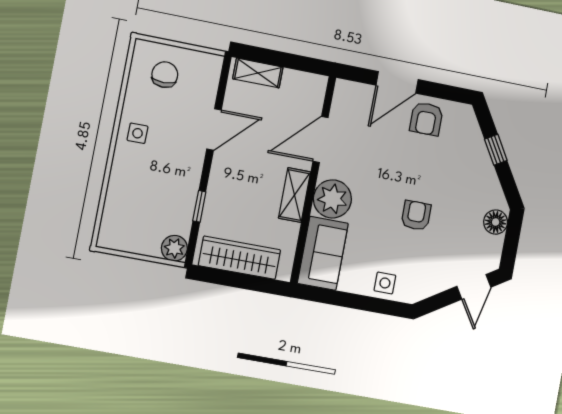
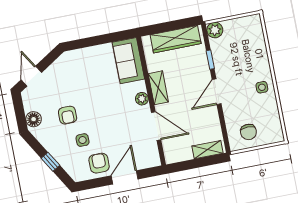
chair: (165, 75) -> (248, 132), moved
door: (214, 129) -> (217, 92), moved
door: (321, 139) -> (156, 126), hinge flipped
plant: (332, 199) -> (142, 99), width x0.53, depth x0.53
armchair: (416, 215) -> (68, 115), moved
side table: (385, 283) -> (83, 140), moved

